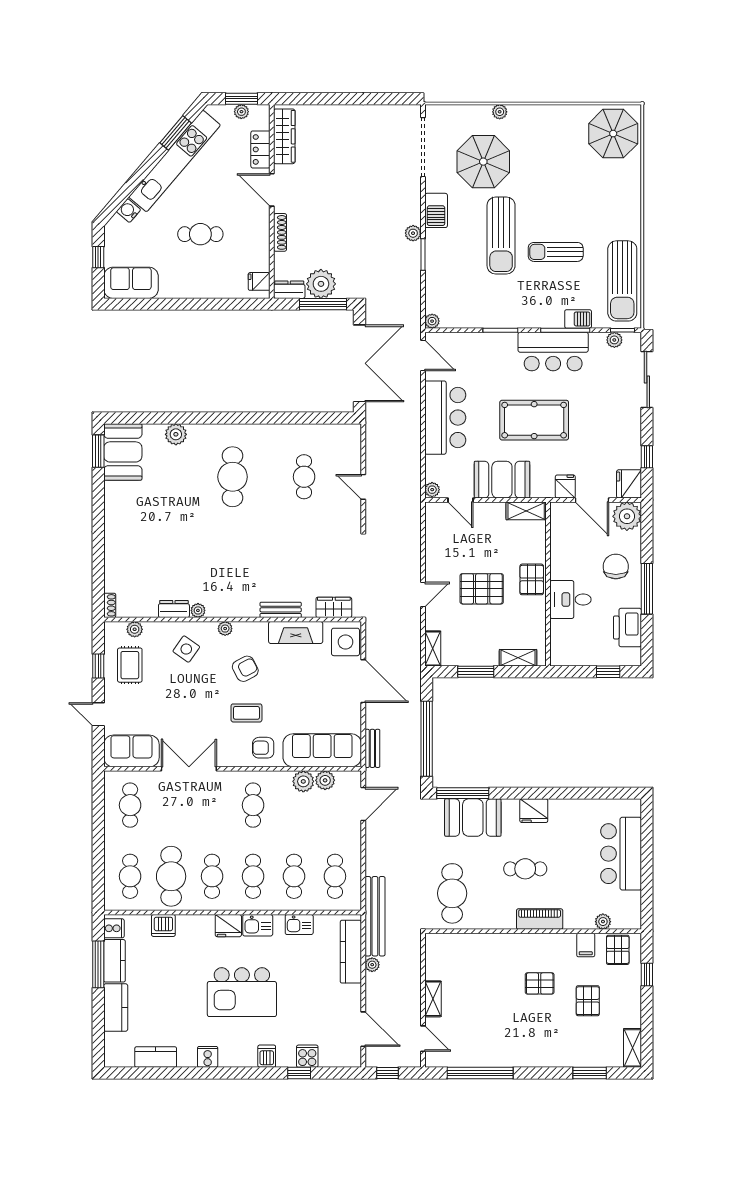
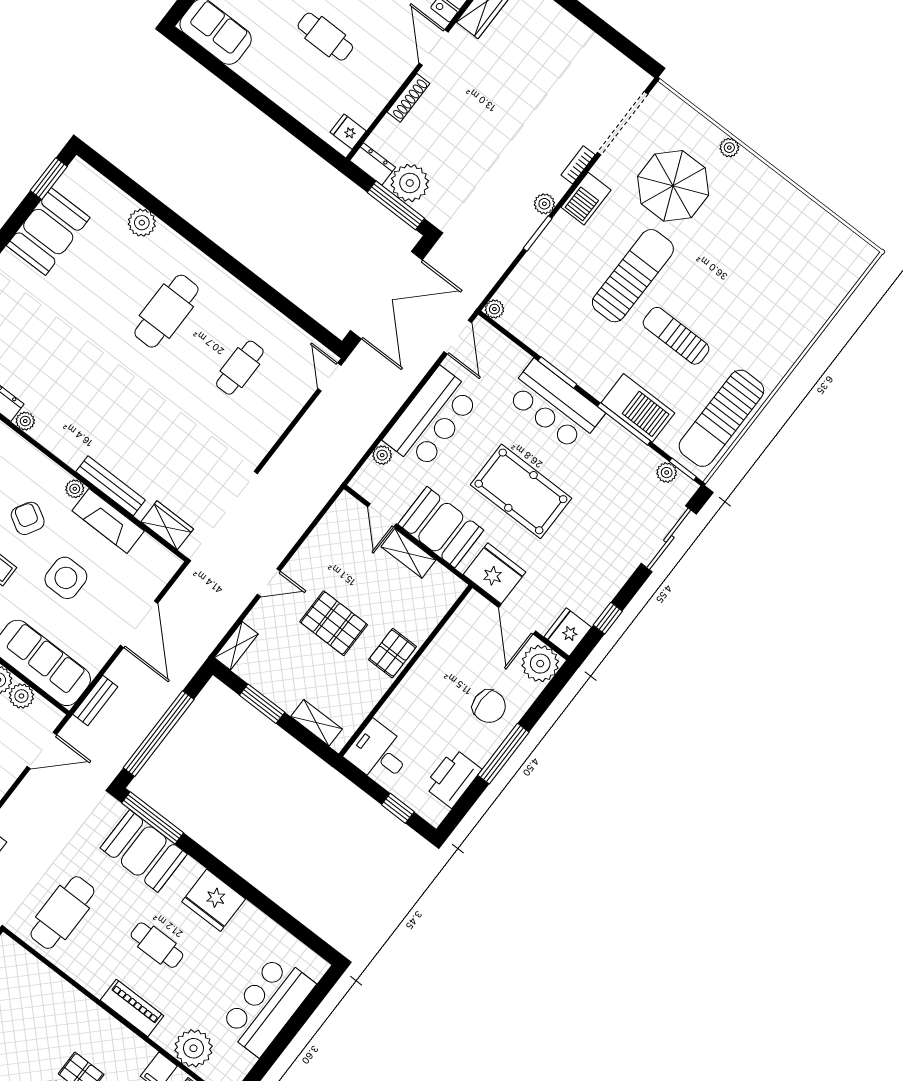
parasol: (613, 134) -> (829, 260), removed
bookcase: (415, 194) -> (578, 165), added
sun lounger: (501, 235) -> (633, 276), turned 180
barbecue: (578, 319) -> (638, 408), width x1.88, depth x1.53
bar counter: (553, 352) -> (555, 405), moved
booth: (123, 452) -> (48, 232), moved
door: (363, 487) -> (329, 377), moved
fridge: (565, 487) -> (495, 573), width x1.88, depth x1.34
plant: (432, 490) -> (382, 455), moved
shelving: (526, 511) -> (408, 553), moved
chair: (616, 567) -> (489, 706), turned 90
desk: (570, 600) -> (379, 753), moved
bench: (281, 610) -> (111, 486), width x1.36
plant: (225, 629) -> (75, 489), moved
side table: (346, 642) -> (66, 578), moved
armchair: (245, 669) -> (28, 518), turned -122
fridge: (534, 811) -> (214, 900), width x1.36, depth x1.34
plant: (603, 922) -> (193, 1048), width x1.87, depth x1.87

